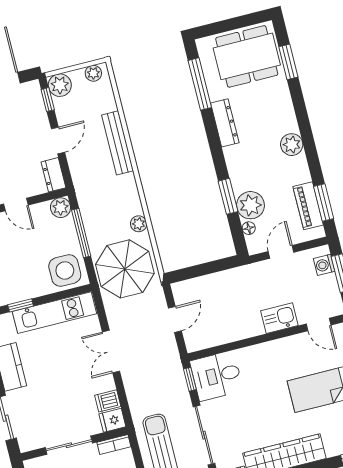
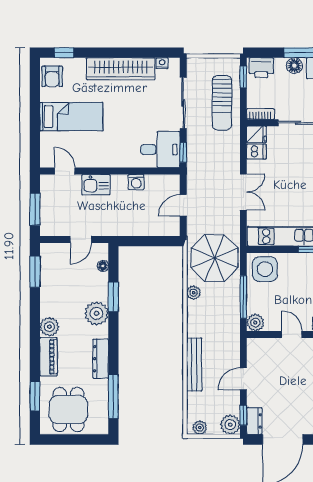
dining table: (247, 56) -> (68, 410), width x0.73
dresser: (53, 175) -> (254, 421), moved
plant: (250, 205) -> (96, 313), moved
piano: (308, 206) -> (49, 357), moved
washing machine: (324, 265) -> (136, 182), moved, turned 90

